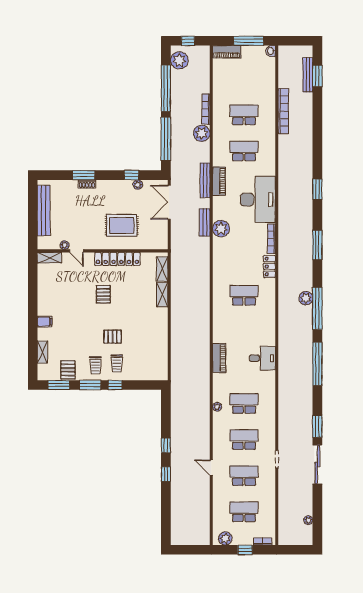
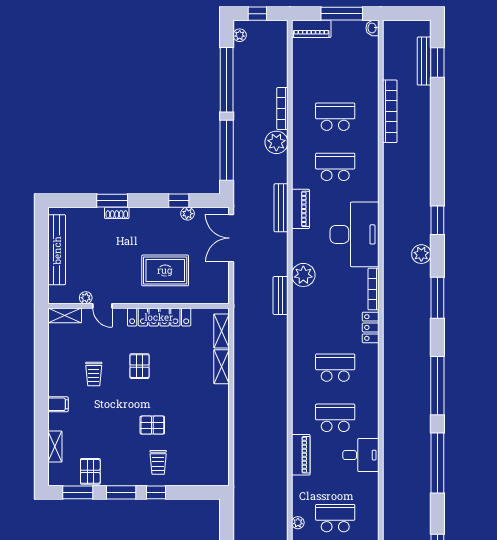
plant: (179, 60) -> (240, 35), width x0.53, depth x0.53
bench: (205, 222) -> (280, 296), moved
plant: (306, 298) -> (421, 254), moved
school desk: (244, 331) -> (335, 418), added
trolley: (96, 365) -> (94, 374), moved

